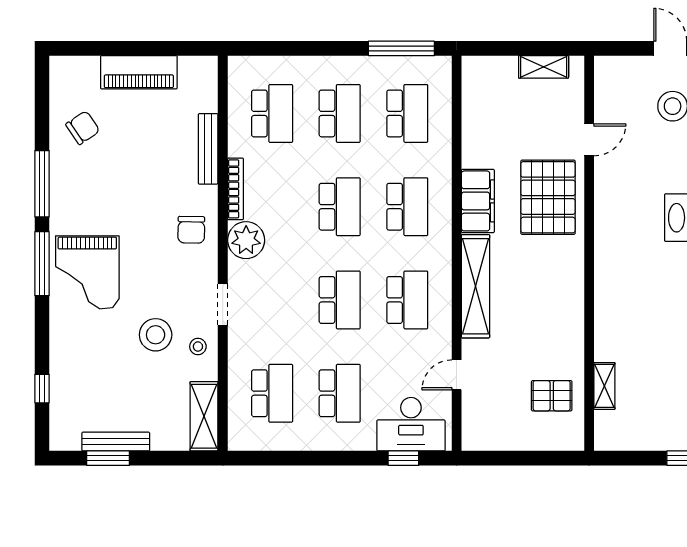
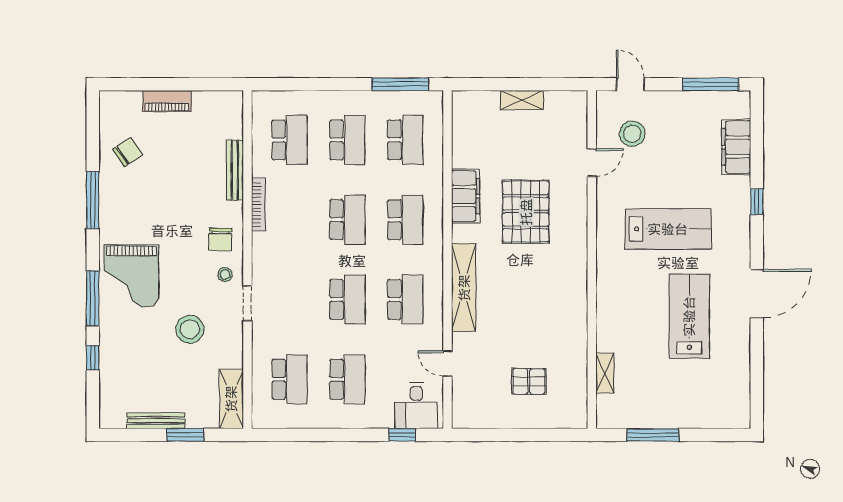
piano: (139, 72) -> (167, 101), width x0.73, depth x0.75
door: (589, 140) -> (592, 163), moved
filing cabinet: (478, 201) -> (466, 196), moved
plant: (246, 240) -> (267, 248), removed
wall: (589, 253) -> (592, 260), moved
window: (42, 264) -> (93, 298), moved
stool: (198, 347) -> (225, 275), moved
door: (457, 375) -> (447, 364), hinge flipped
shelving: (604, 386) -> (605, 373), moved
window: (42, 389) -> (93, 358), moved
desk: (411, 424) -> (416, 406), width x0.73
window: (108, 458) -> (185, 435), moved

